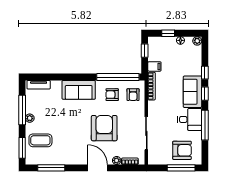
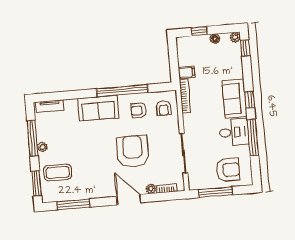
window: (145, 51) -> (173, 54), removed
window: (205, 73) -> (245, 48), moved
window: (118, 77) -> (122, 91), moved
window: (181, 168) -> (215, 192), moved

